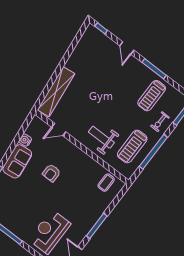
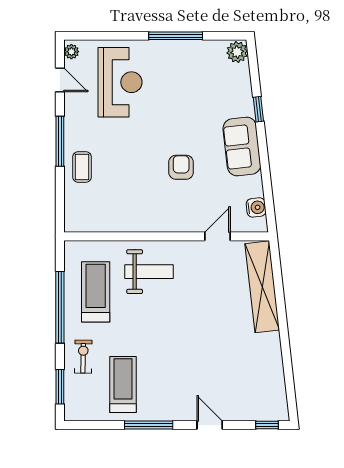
water cooler: (25, 140) -> (256, 207), moved
coffee table: (106, 183) -> (82, 167), moved

